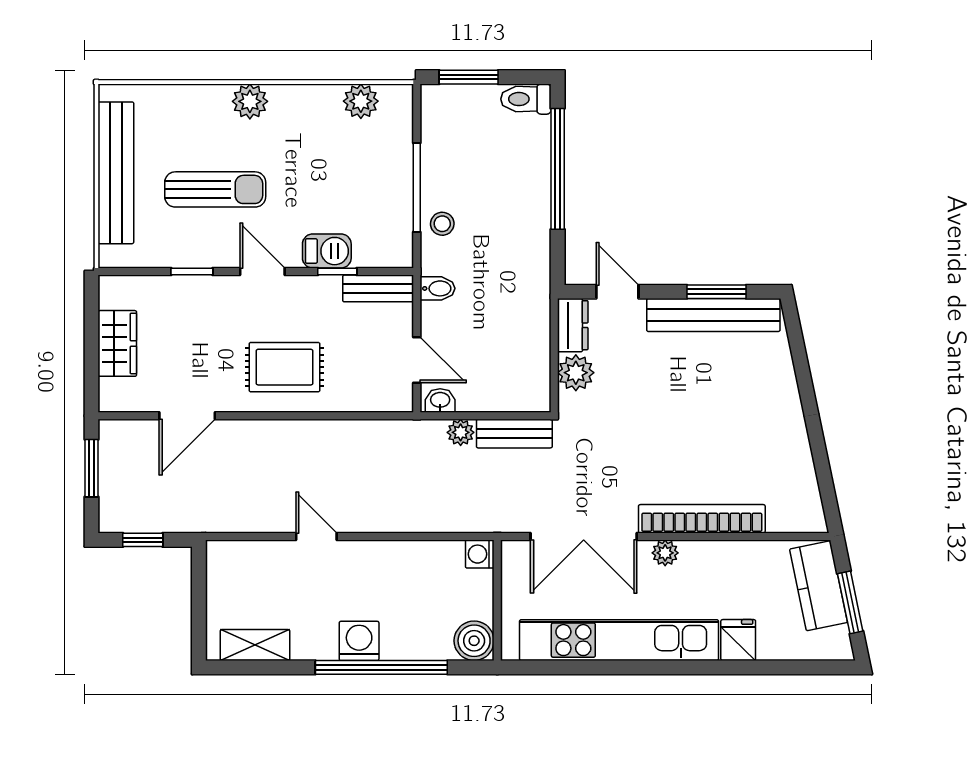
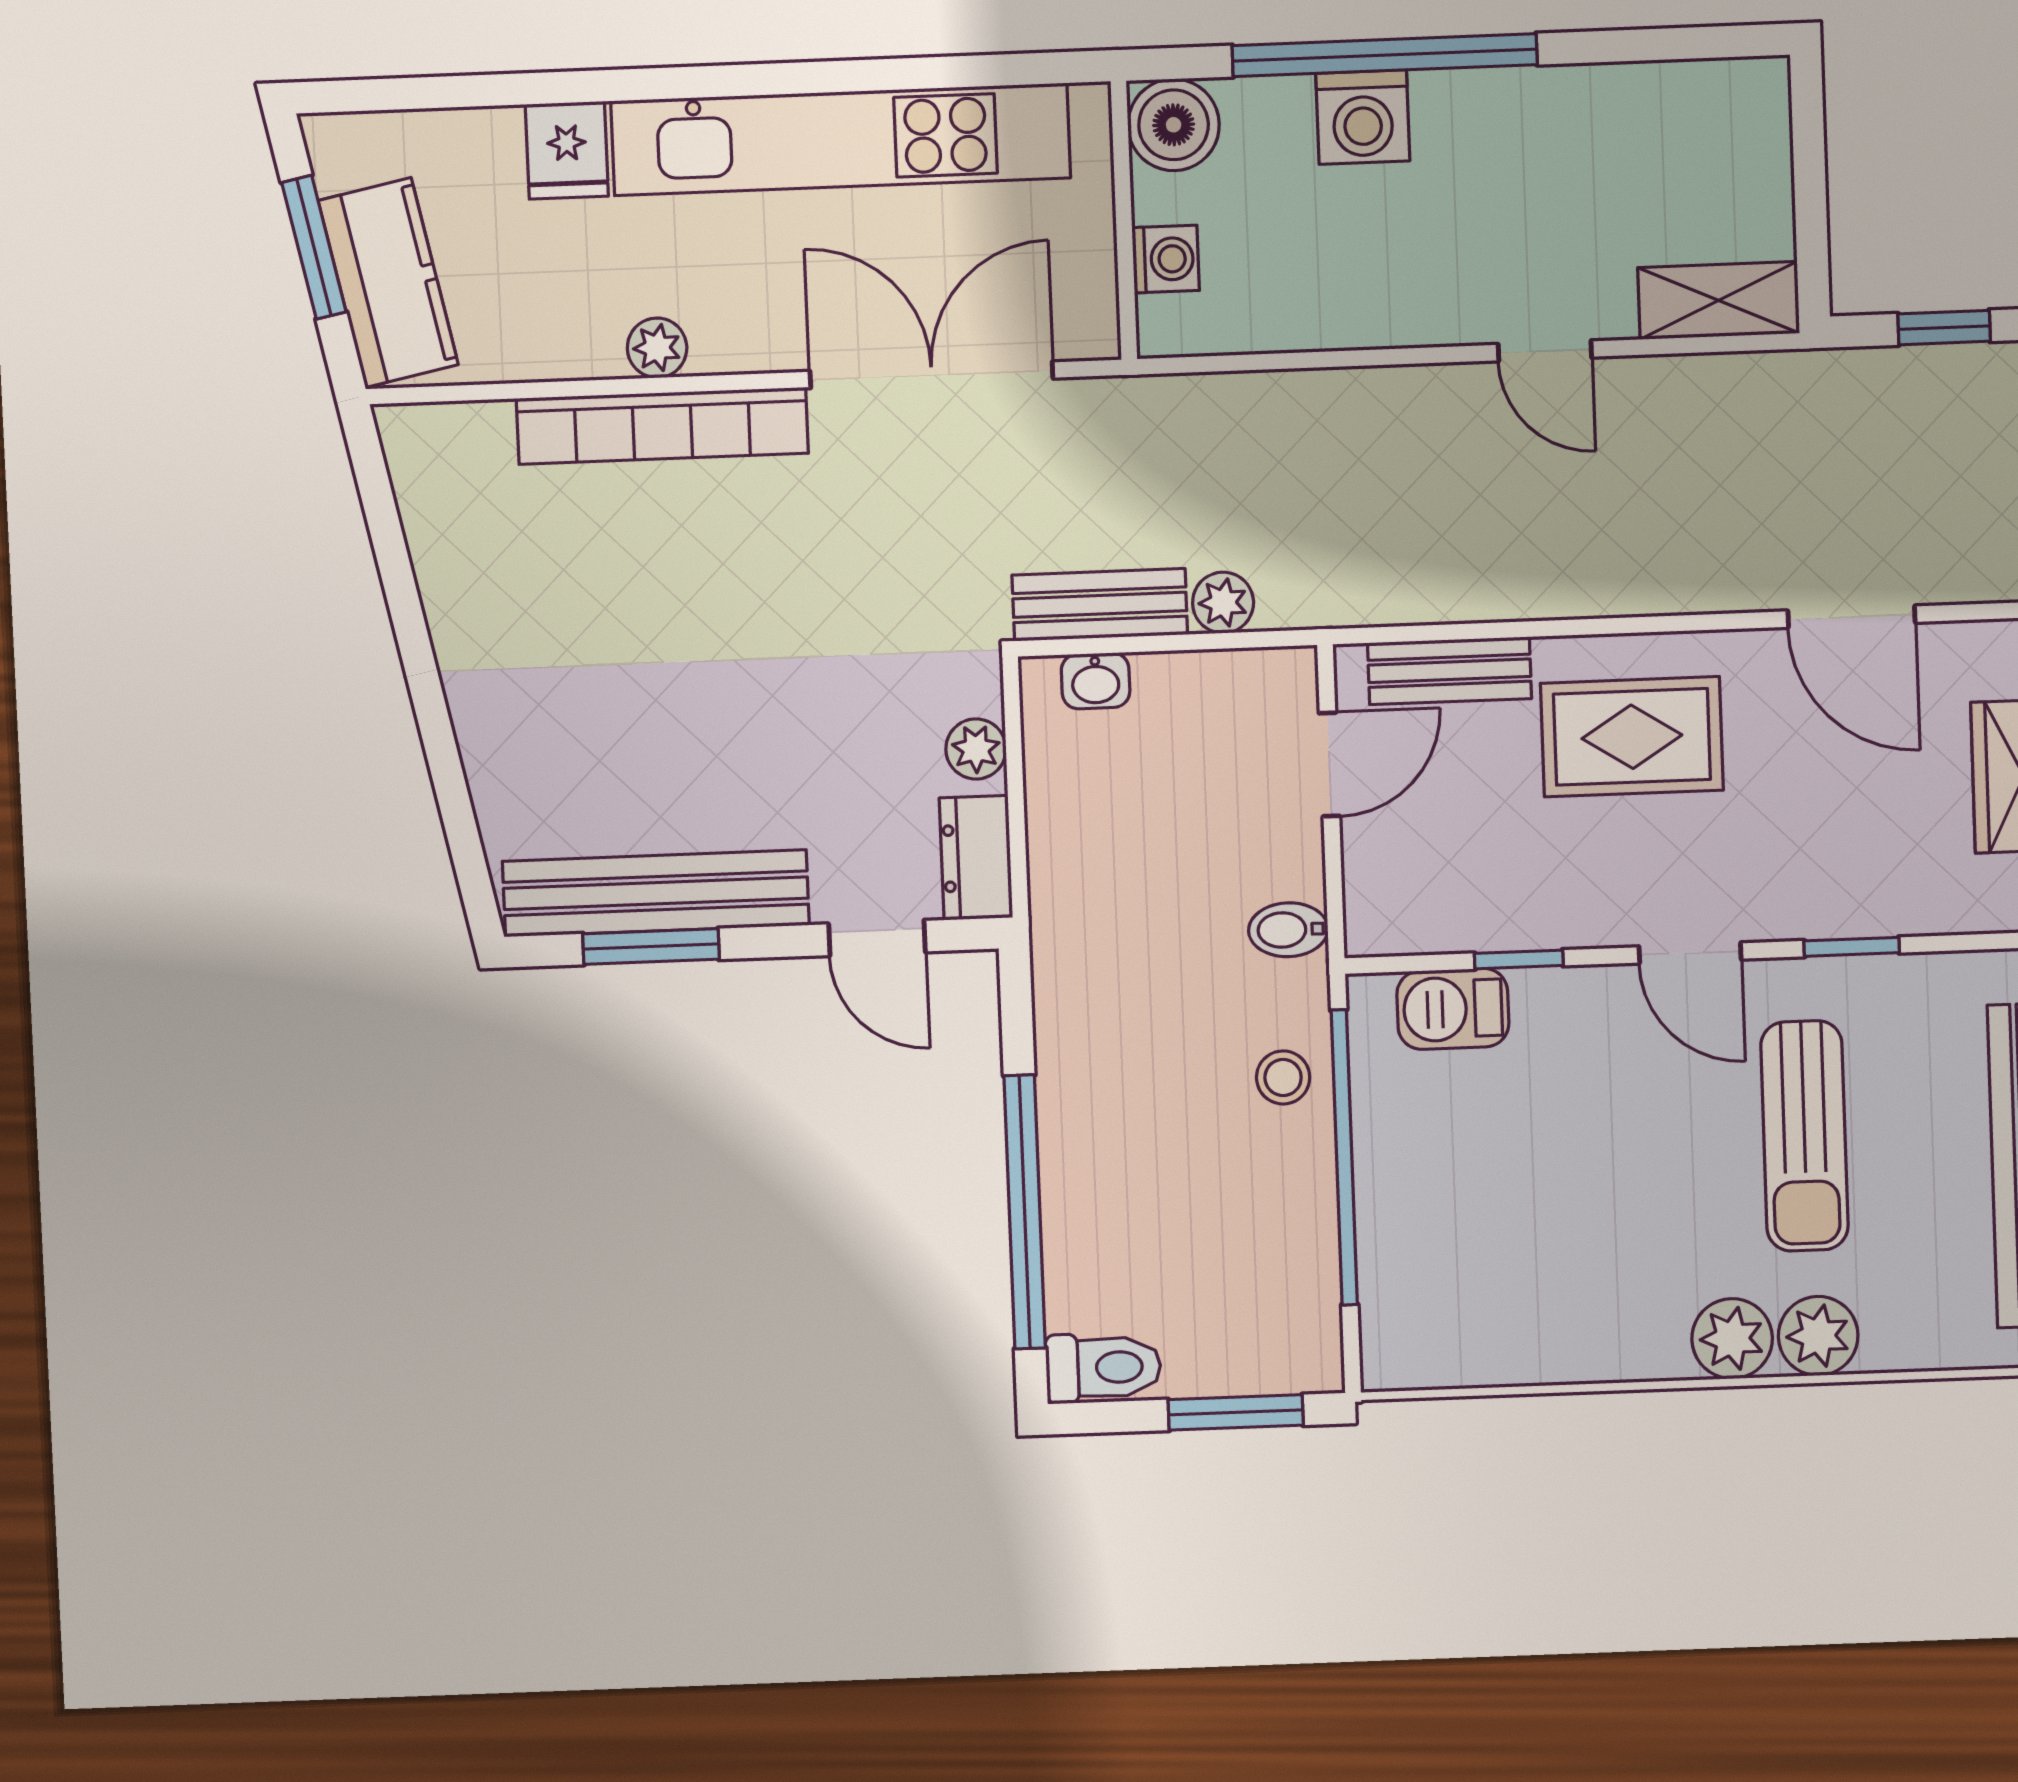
plant: (361, 101) -> (1818, 1336), moved
window: (417, 188) -> (1344, 1157), width x1.46
sun lounger: (215, 189) -> (1804, 1136), turned -90
barbecue: (327, 251) -> (1453, 1009), moved
bench: (378, 288) -> (1449, 671), moved
door: (417, 360) -> (1329, 765), swing flipped
plant: (576, 373) -> (976, 749), width x0.73, depth x0.73
washbasin: (440, 401) -> (1096, 681), moved
door: (187, 416) -> (1852, 617), swing flipped
plant: (665, 553) -> (657, 348), moved
washing machine: (480, 554) -> (1166, 259), moved
washing machine: (359, 641) -> (1363, 117), moved
shelving: (255, 645) -> (1719, 300), moved

